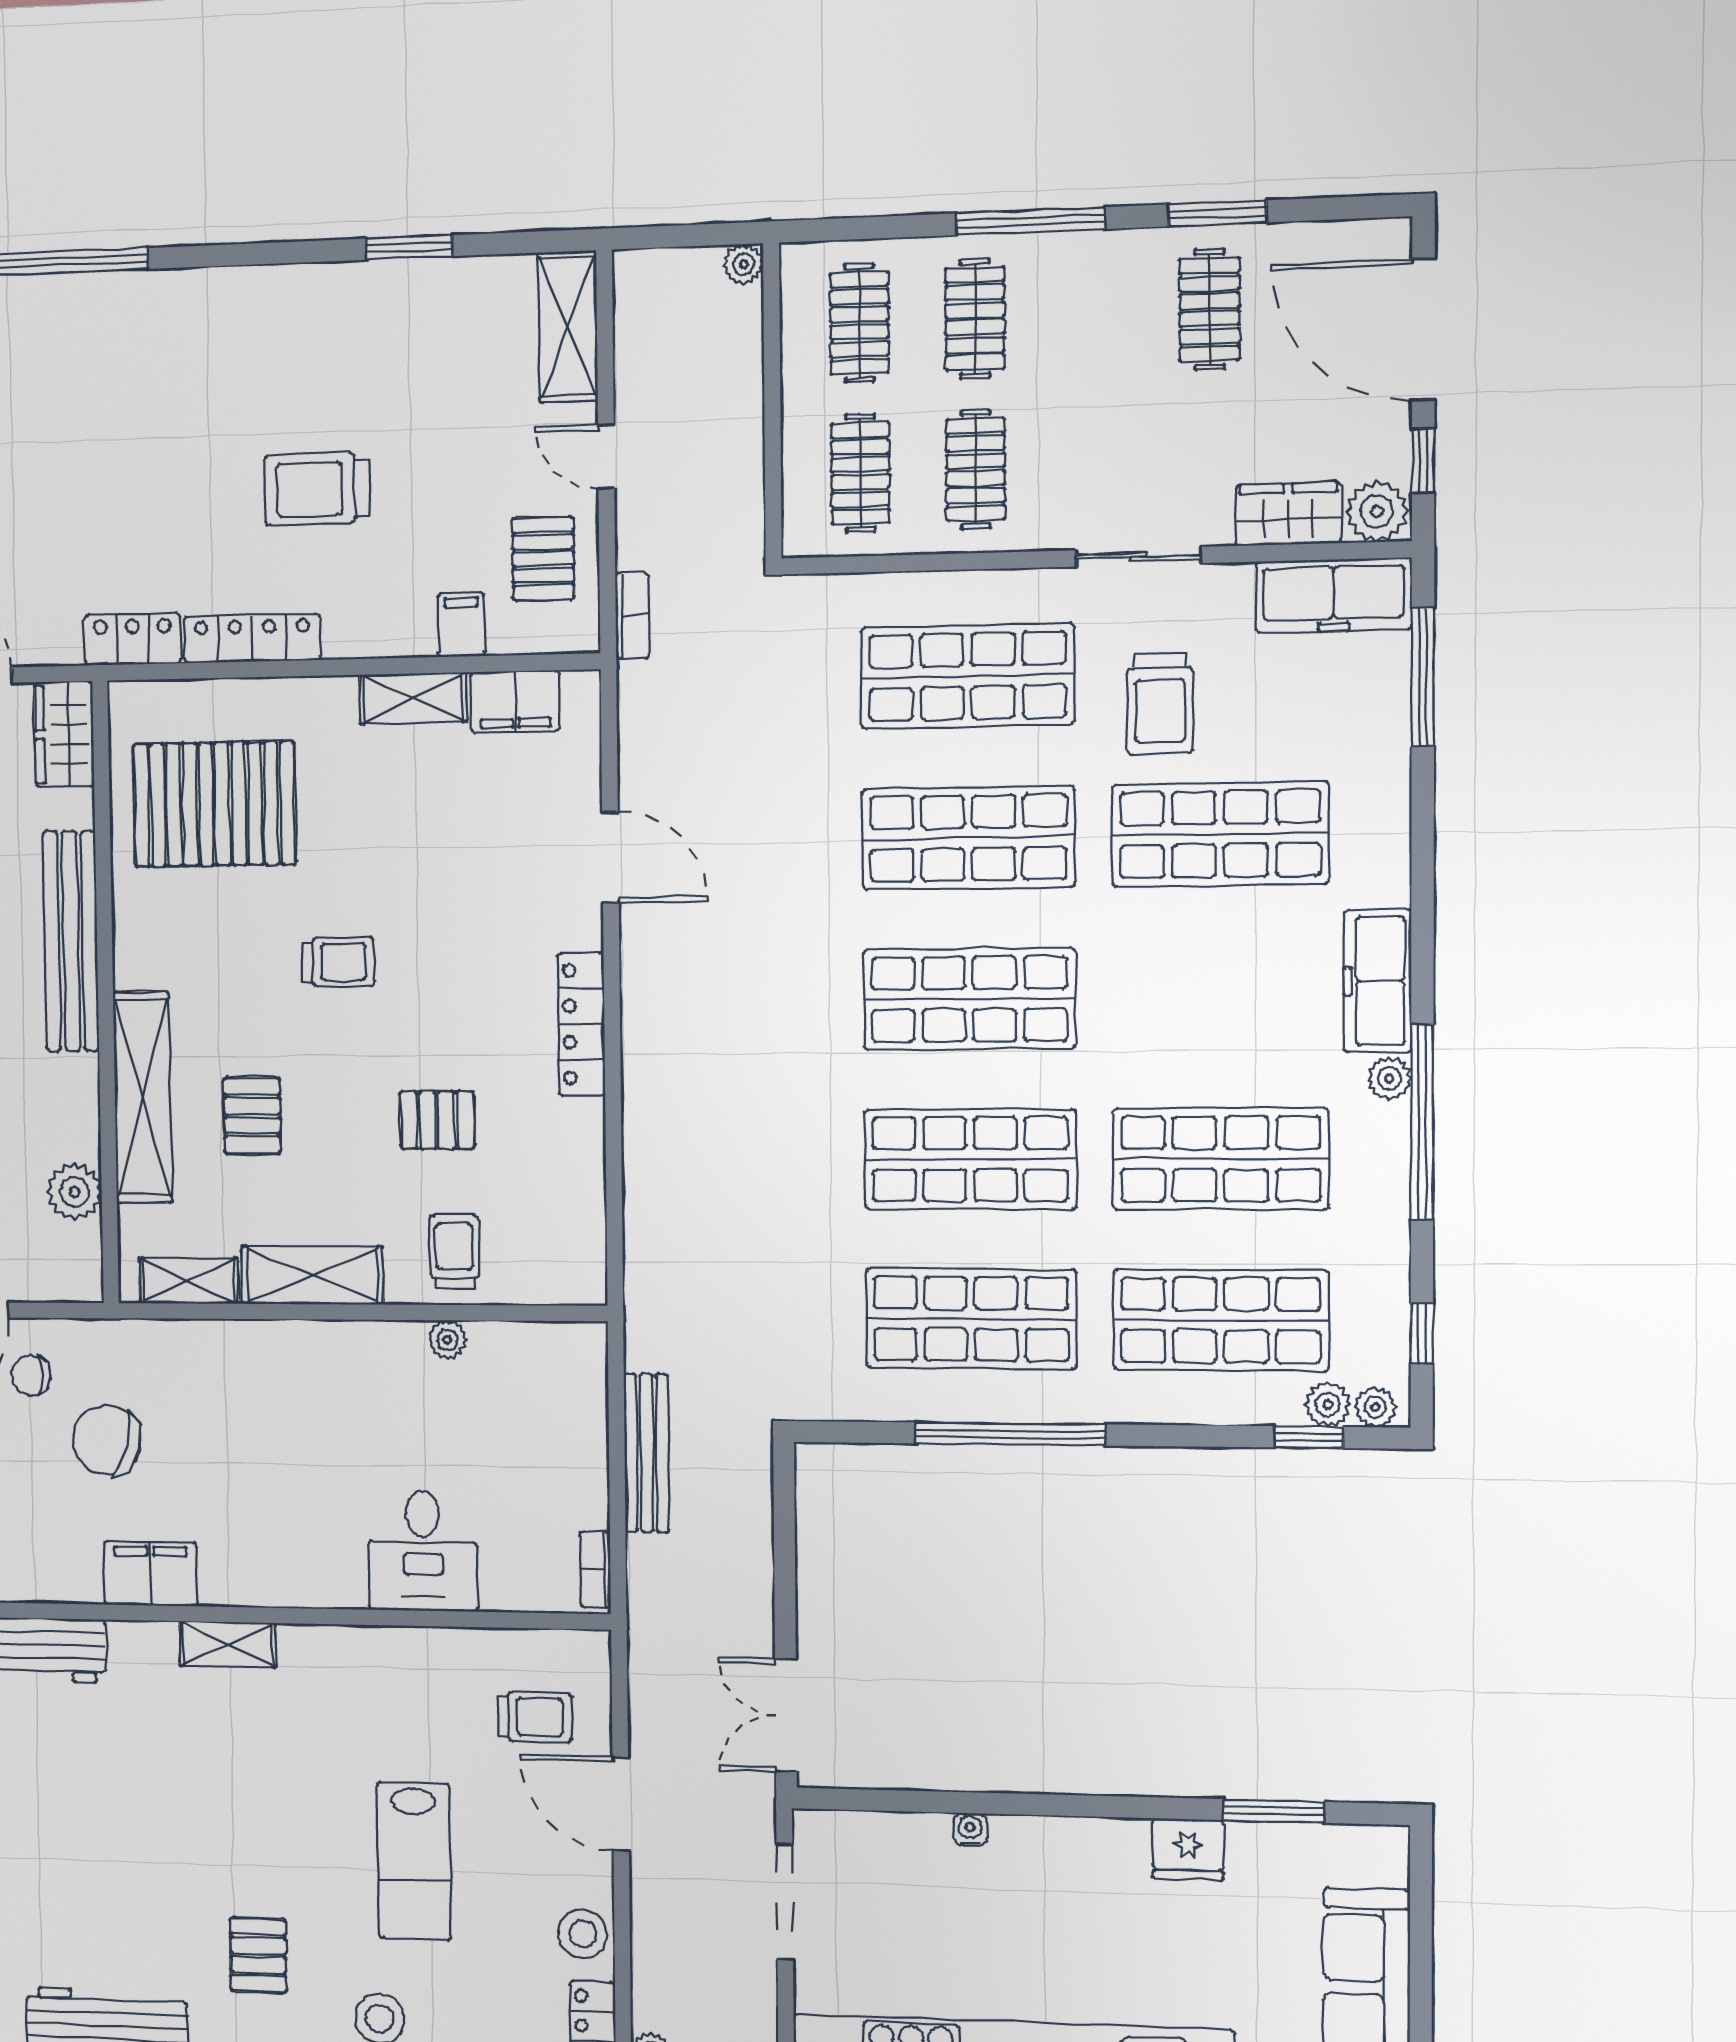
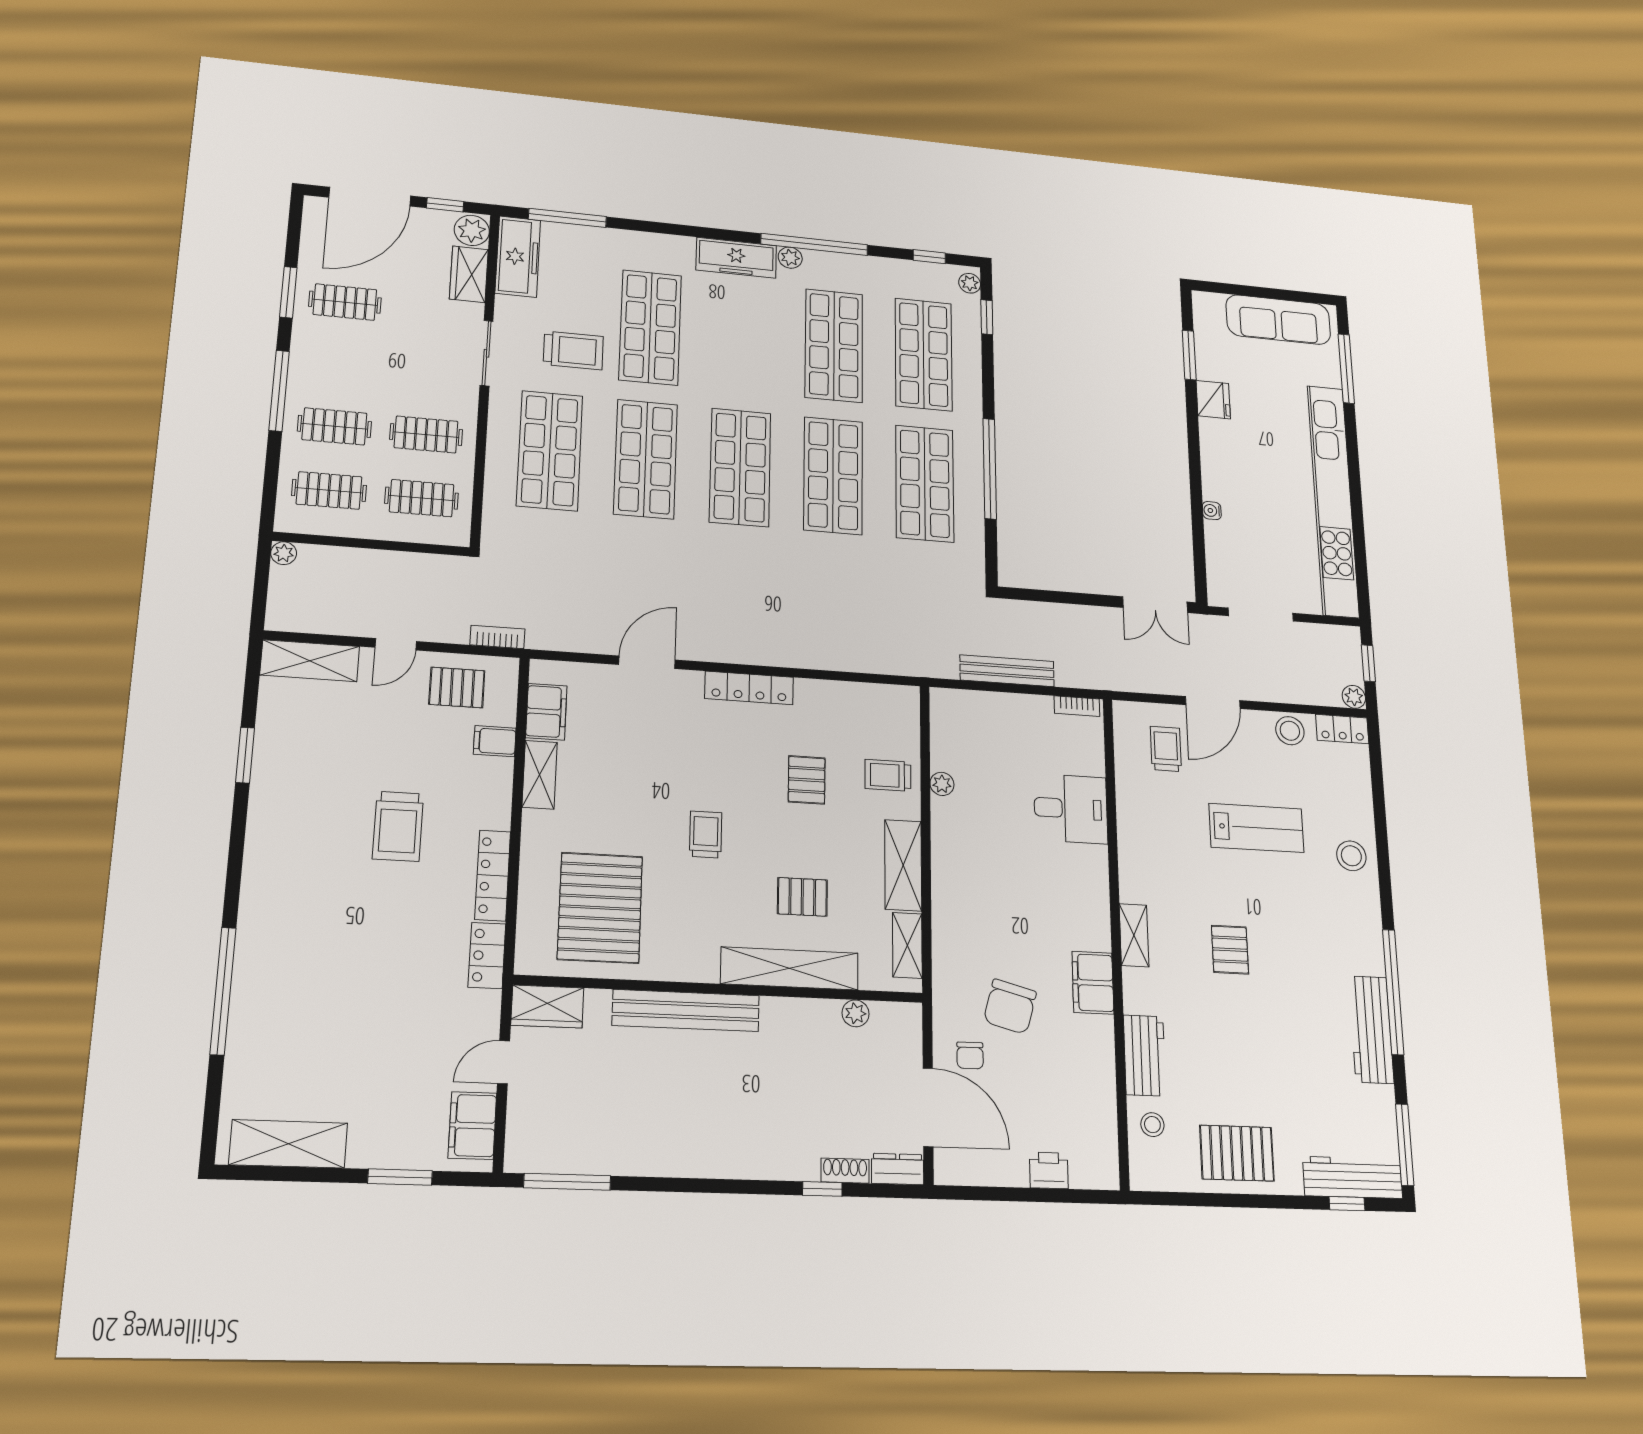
plant: (75, 1192) -> (856, 1013), width x0.73, depth x0.73
plant: (1328, 1405) -> (969, 306), removed
pallet: (258, 1955) -> (1230, 950), moved, turned 90

